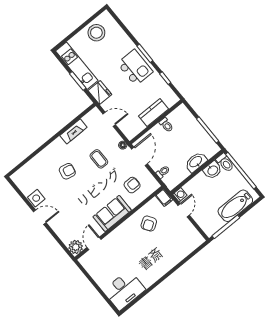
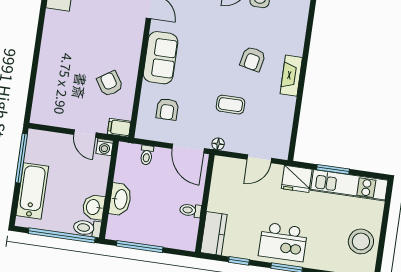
kitchen counter: (154, 113) -> (214, 233), moved
fireplace: (73, 131) -> (291, 76), moved

